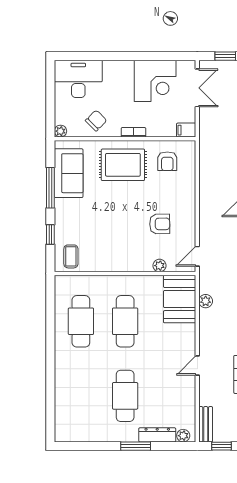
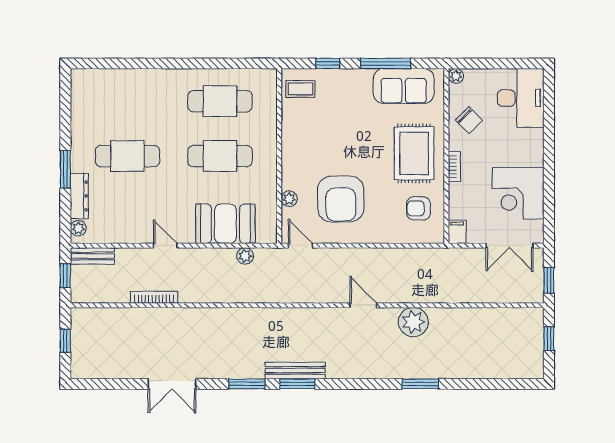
armchair: (160, 224) -> (341, 199), width x1.88, depth x1.88
booth: (180, 299) -> (225, 224), moved

